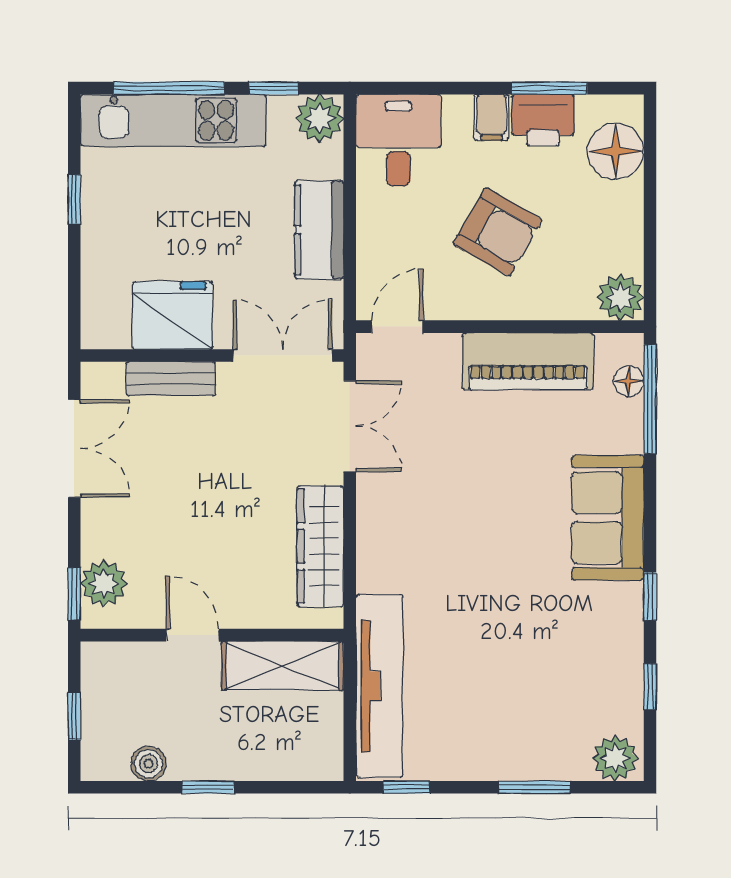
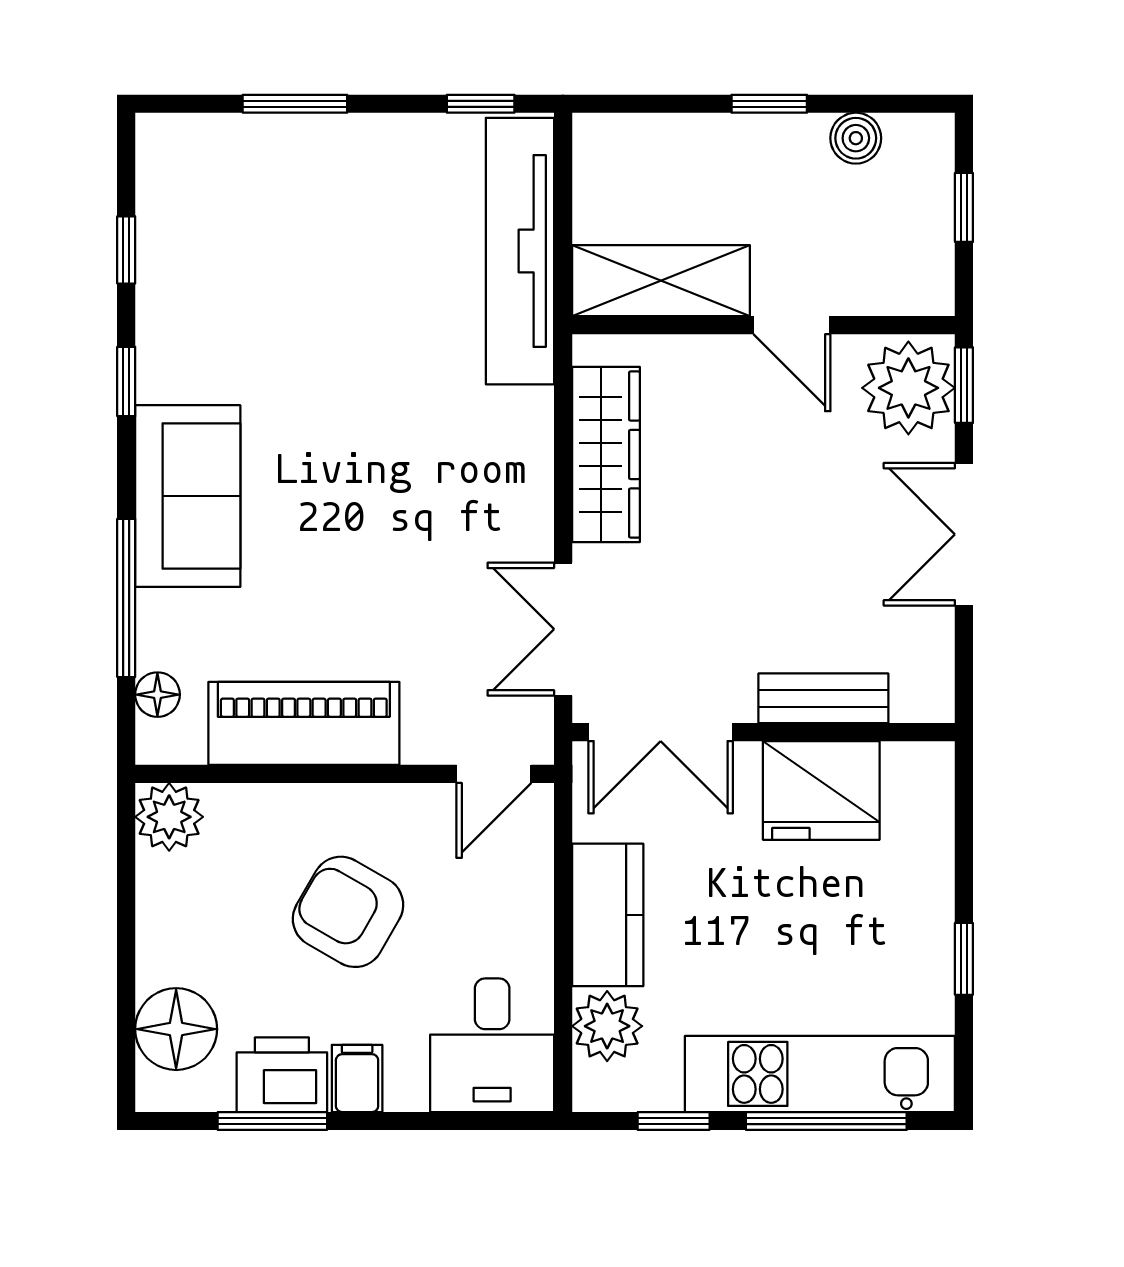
plant: (319, 118) -> (607, 1026), moved
window: (650, 399) -> (126, 598), moved
double door: (74, 448) -> (964, 534), moved
plant: (104, 583) -> (908, 388), width x1.36, depth x1.36
plant: (615, 758) -> (177, 146), removed

